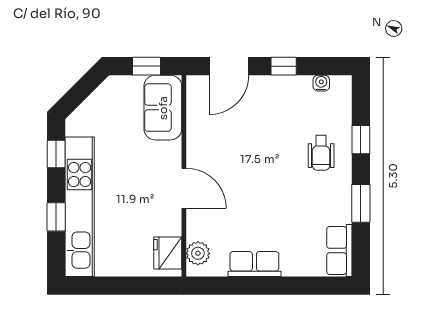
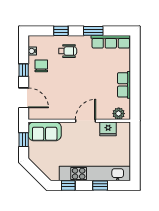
chair: (292, 101) -> (41, 66), added
row of seats: (339, 251) -> (111, 42), width x1.48
fridge: (168, 253) -> (108, 129), moved

